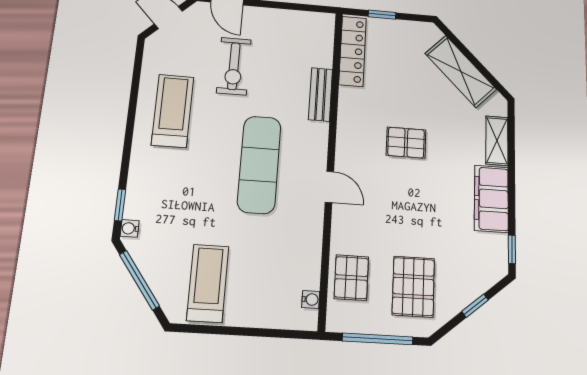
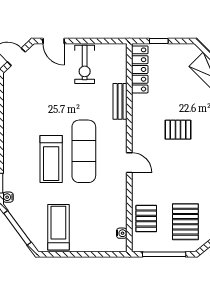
exercise bike: (234, 66) -> (85, 64), moved
treadmill: (173, 111) -> (51, 159), moved, turned 180

